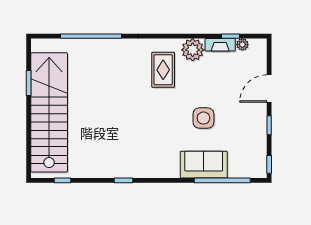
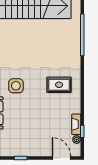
plant: (193, 50) -> (73, 105), removed
door: (269, 89) -> (61, 158), moved
side table: (203, 118) -> (16, 86), moved

